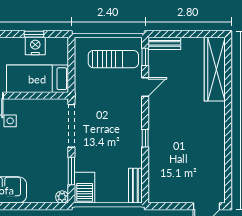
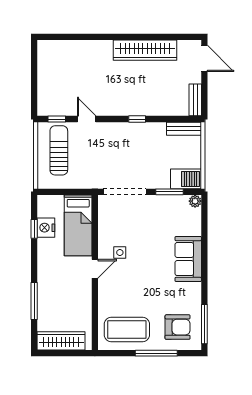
bench: (164, 43) -> (195, 100), moved
wardrobe: (215, 69) -> (145, 50), moved

